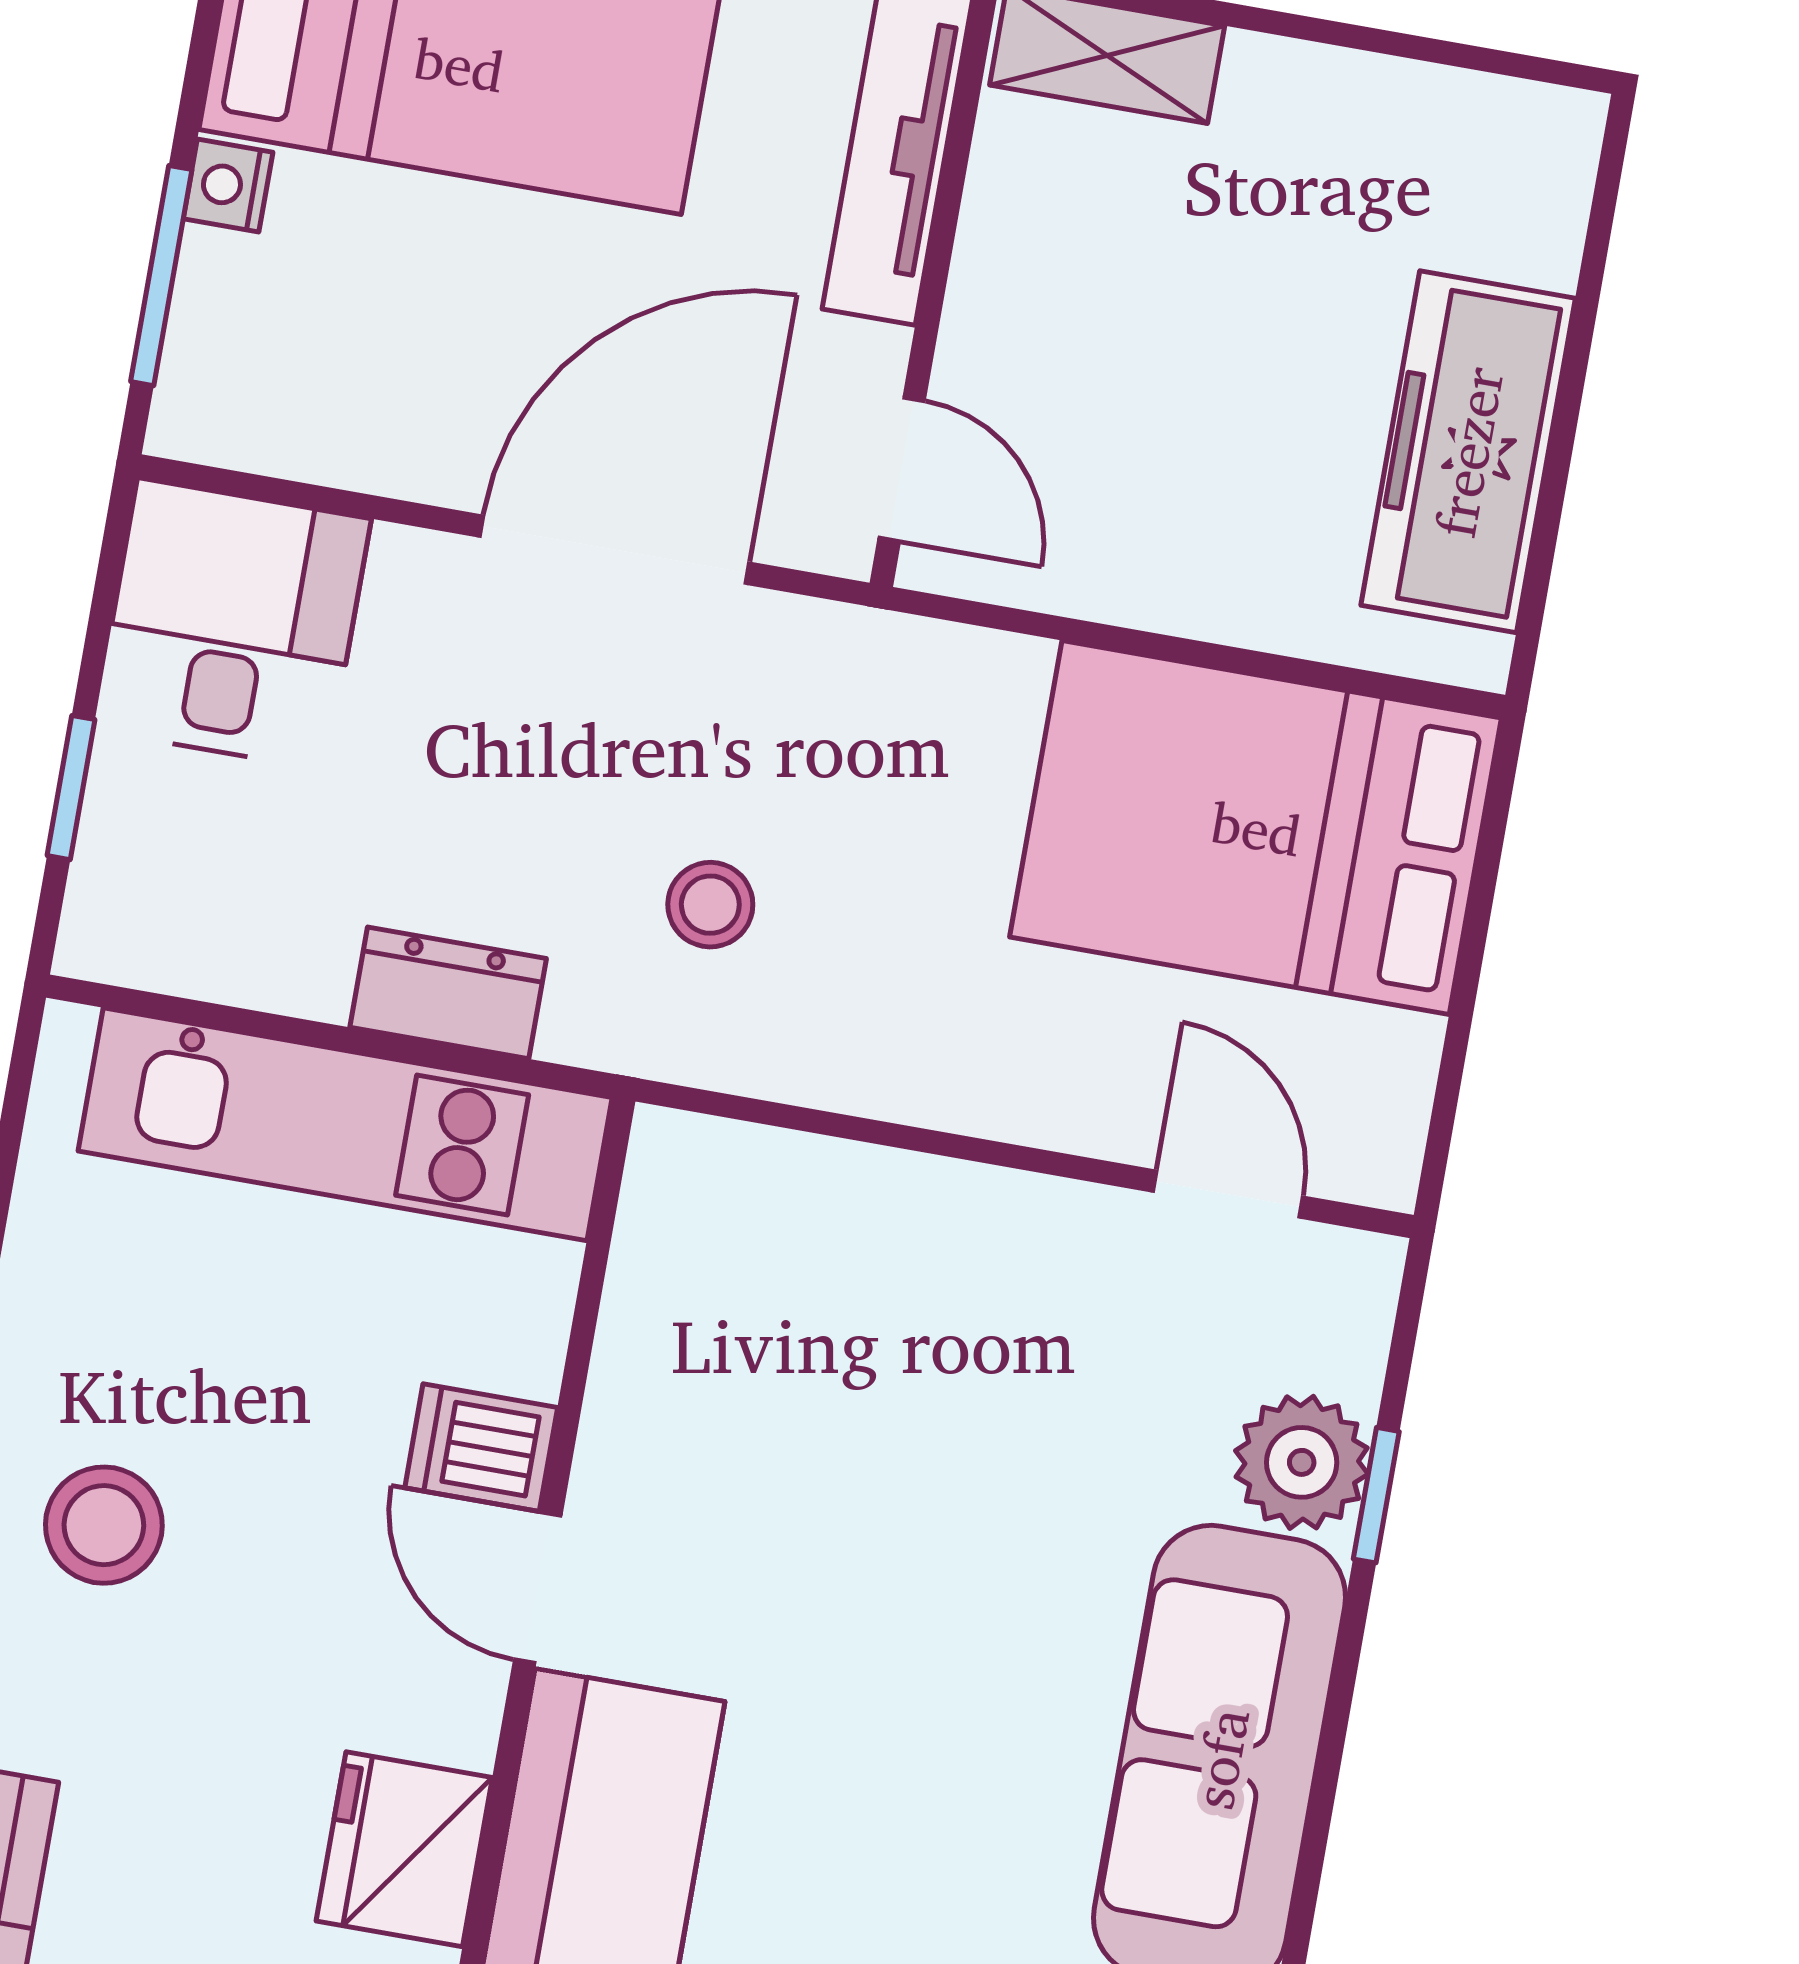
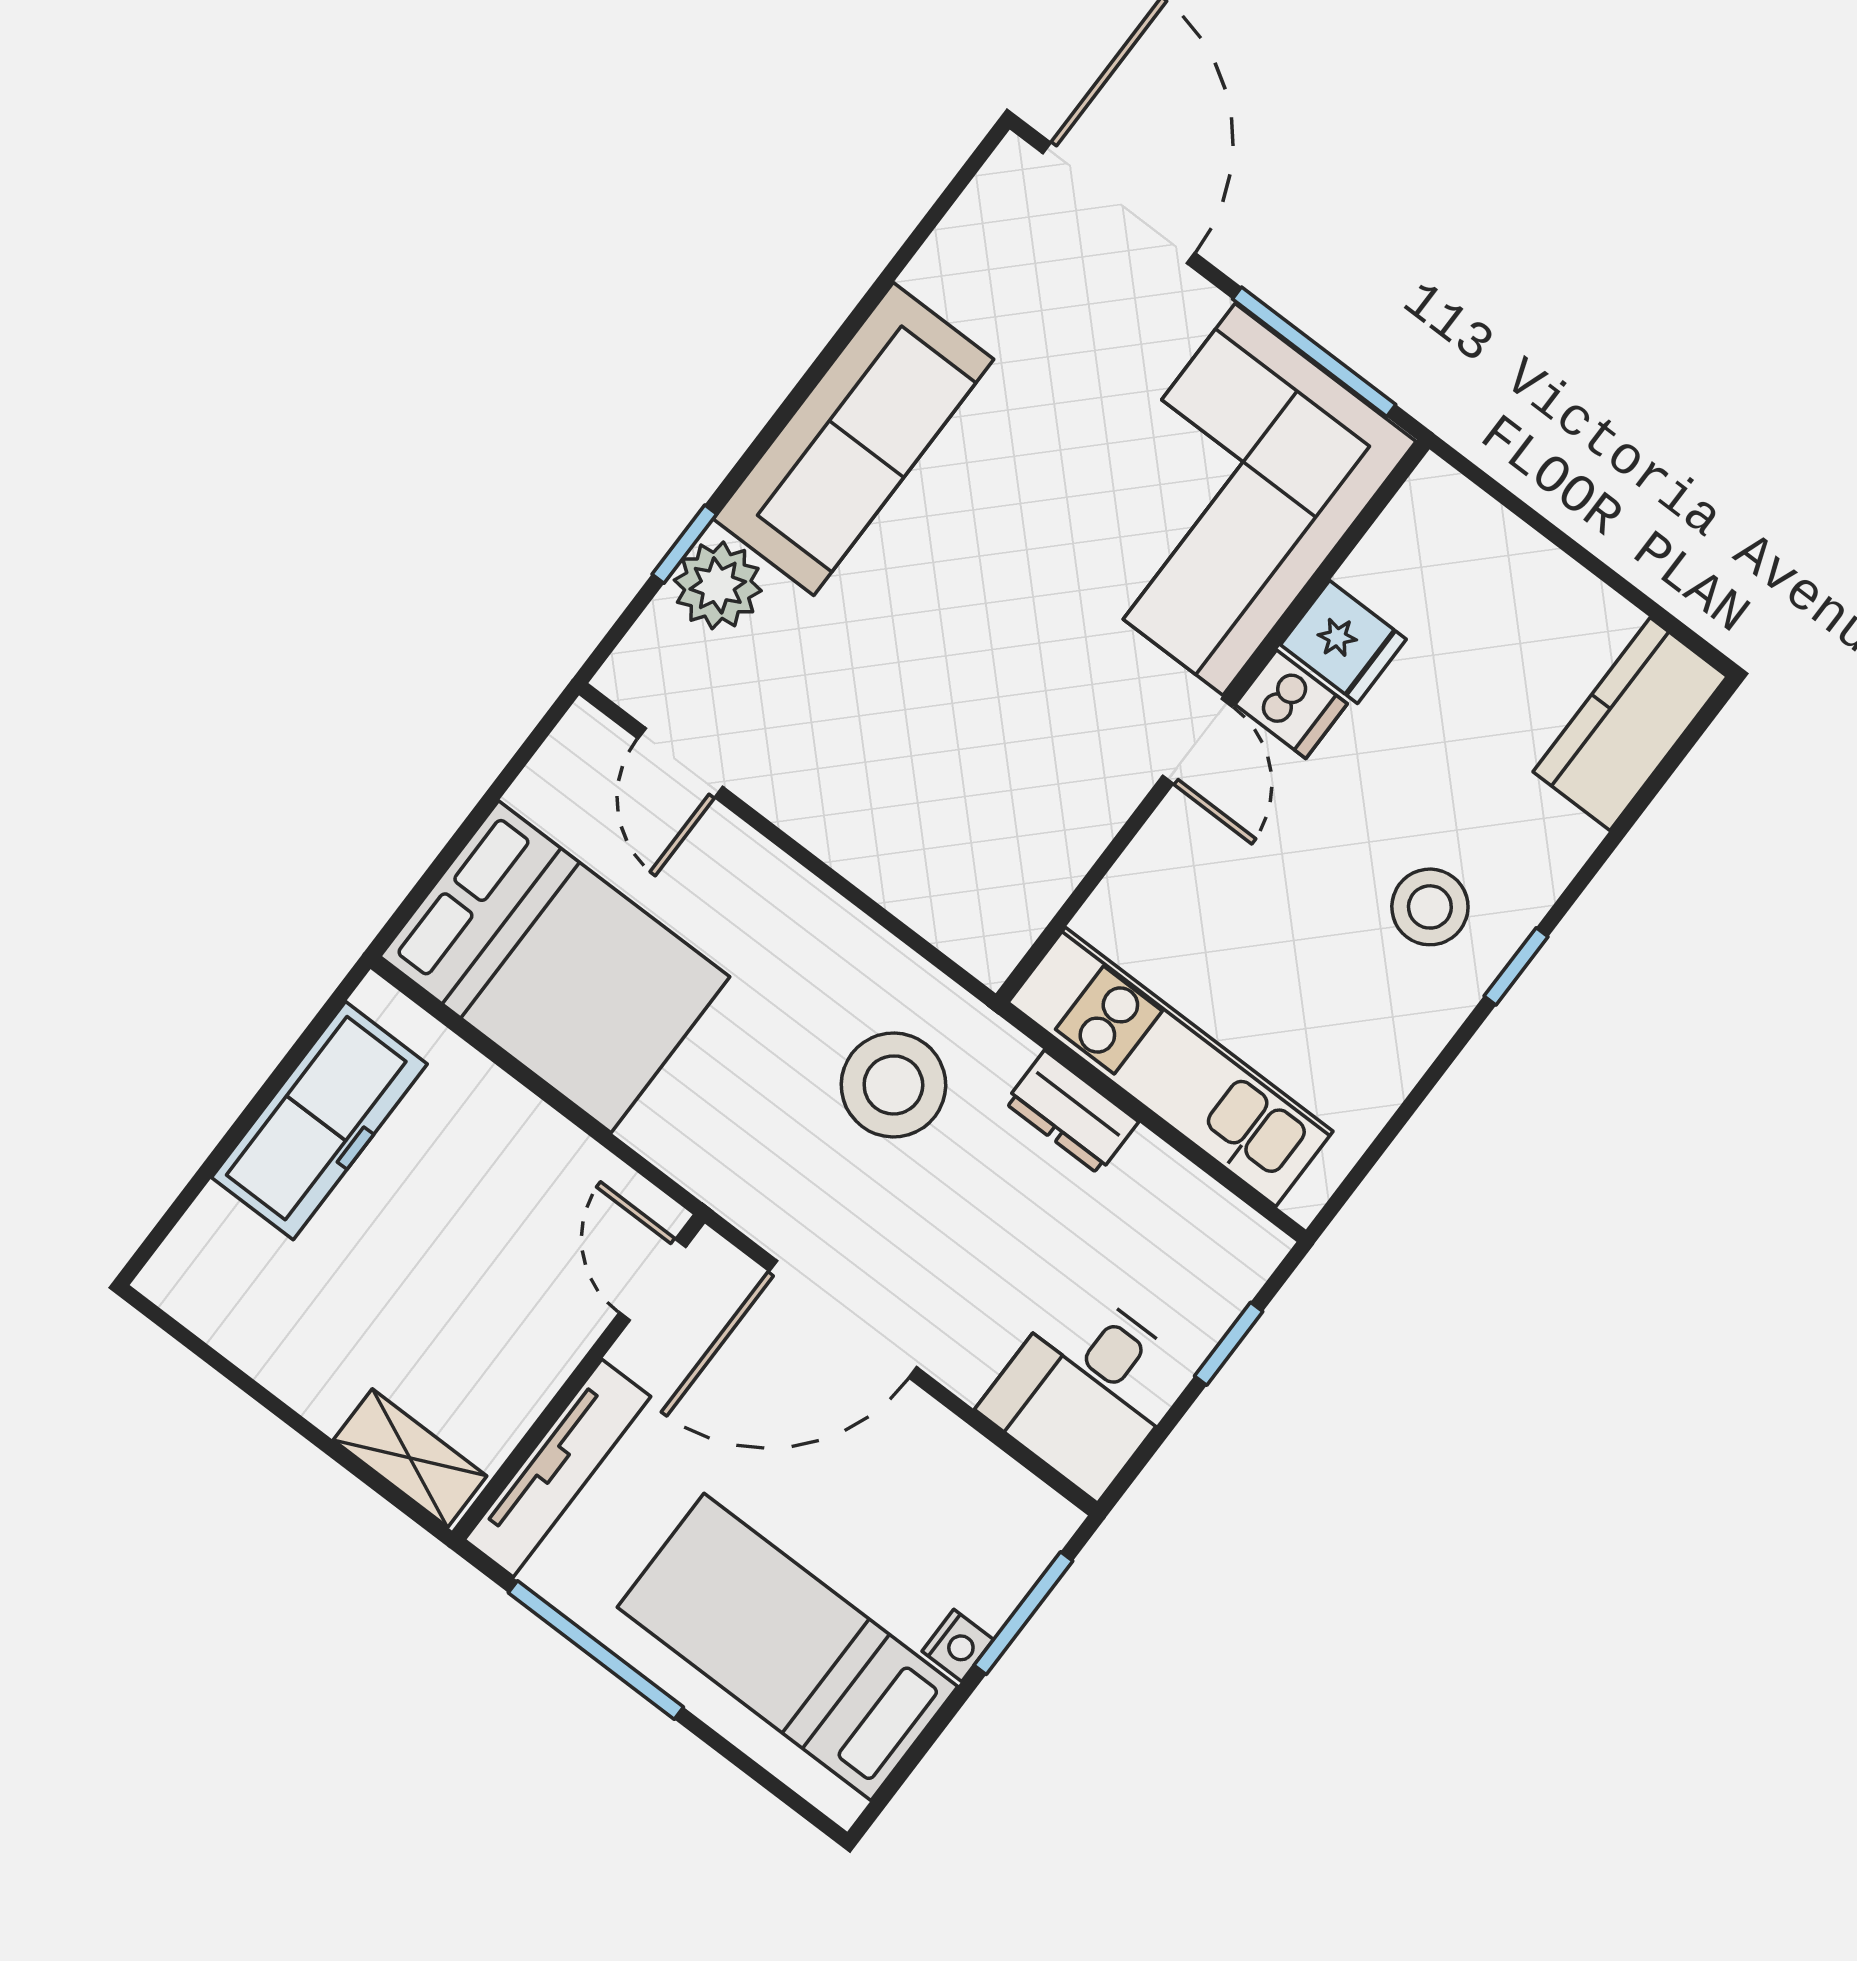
stool: (710, 905) -> (893, 1085), width x1.89, depth x1.89
dishwasher: (481, 1448) -> (1291, 704), moved
fridge: (404, 1849) -> (1343, 642), width x0.72

